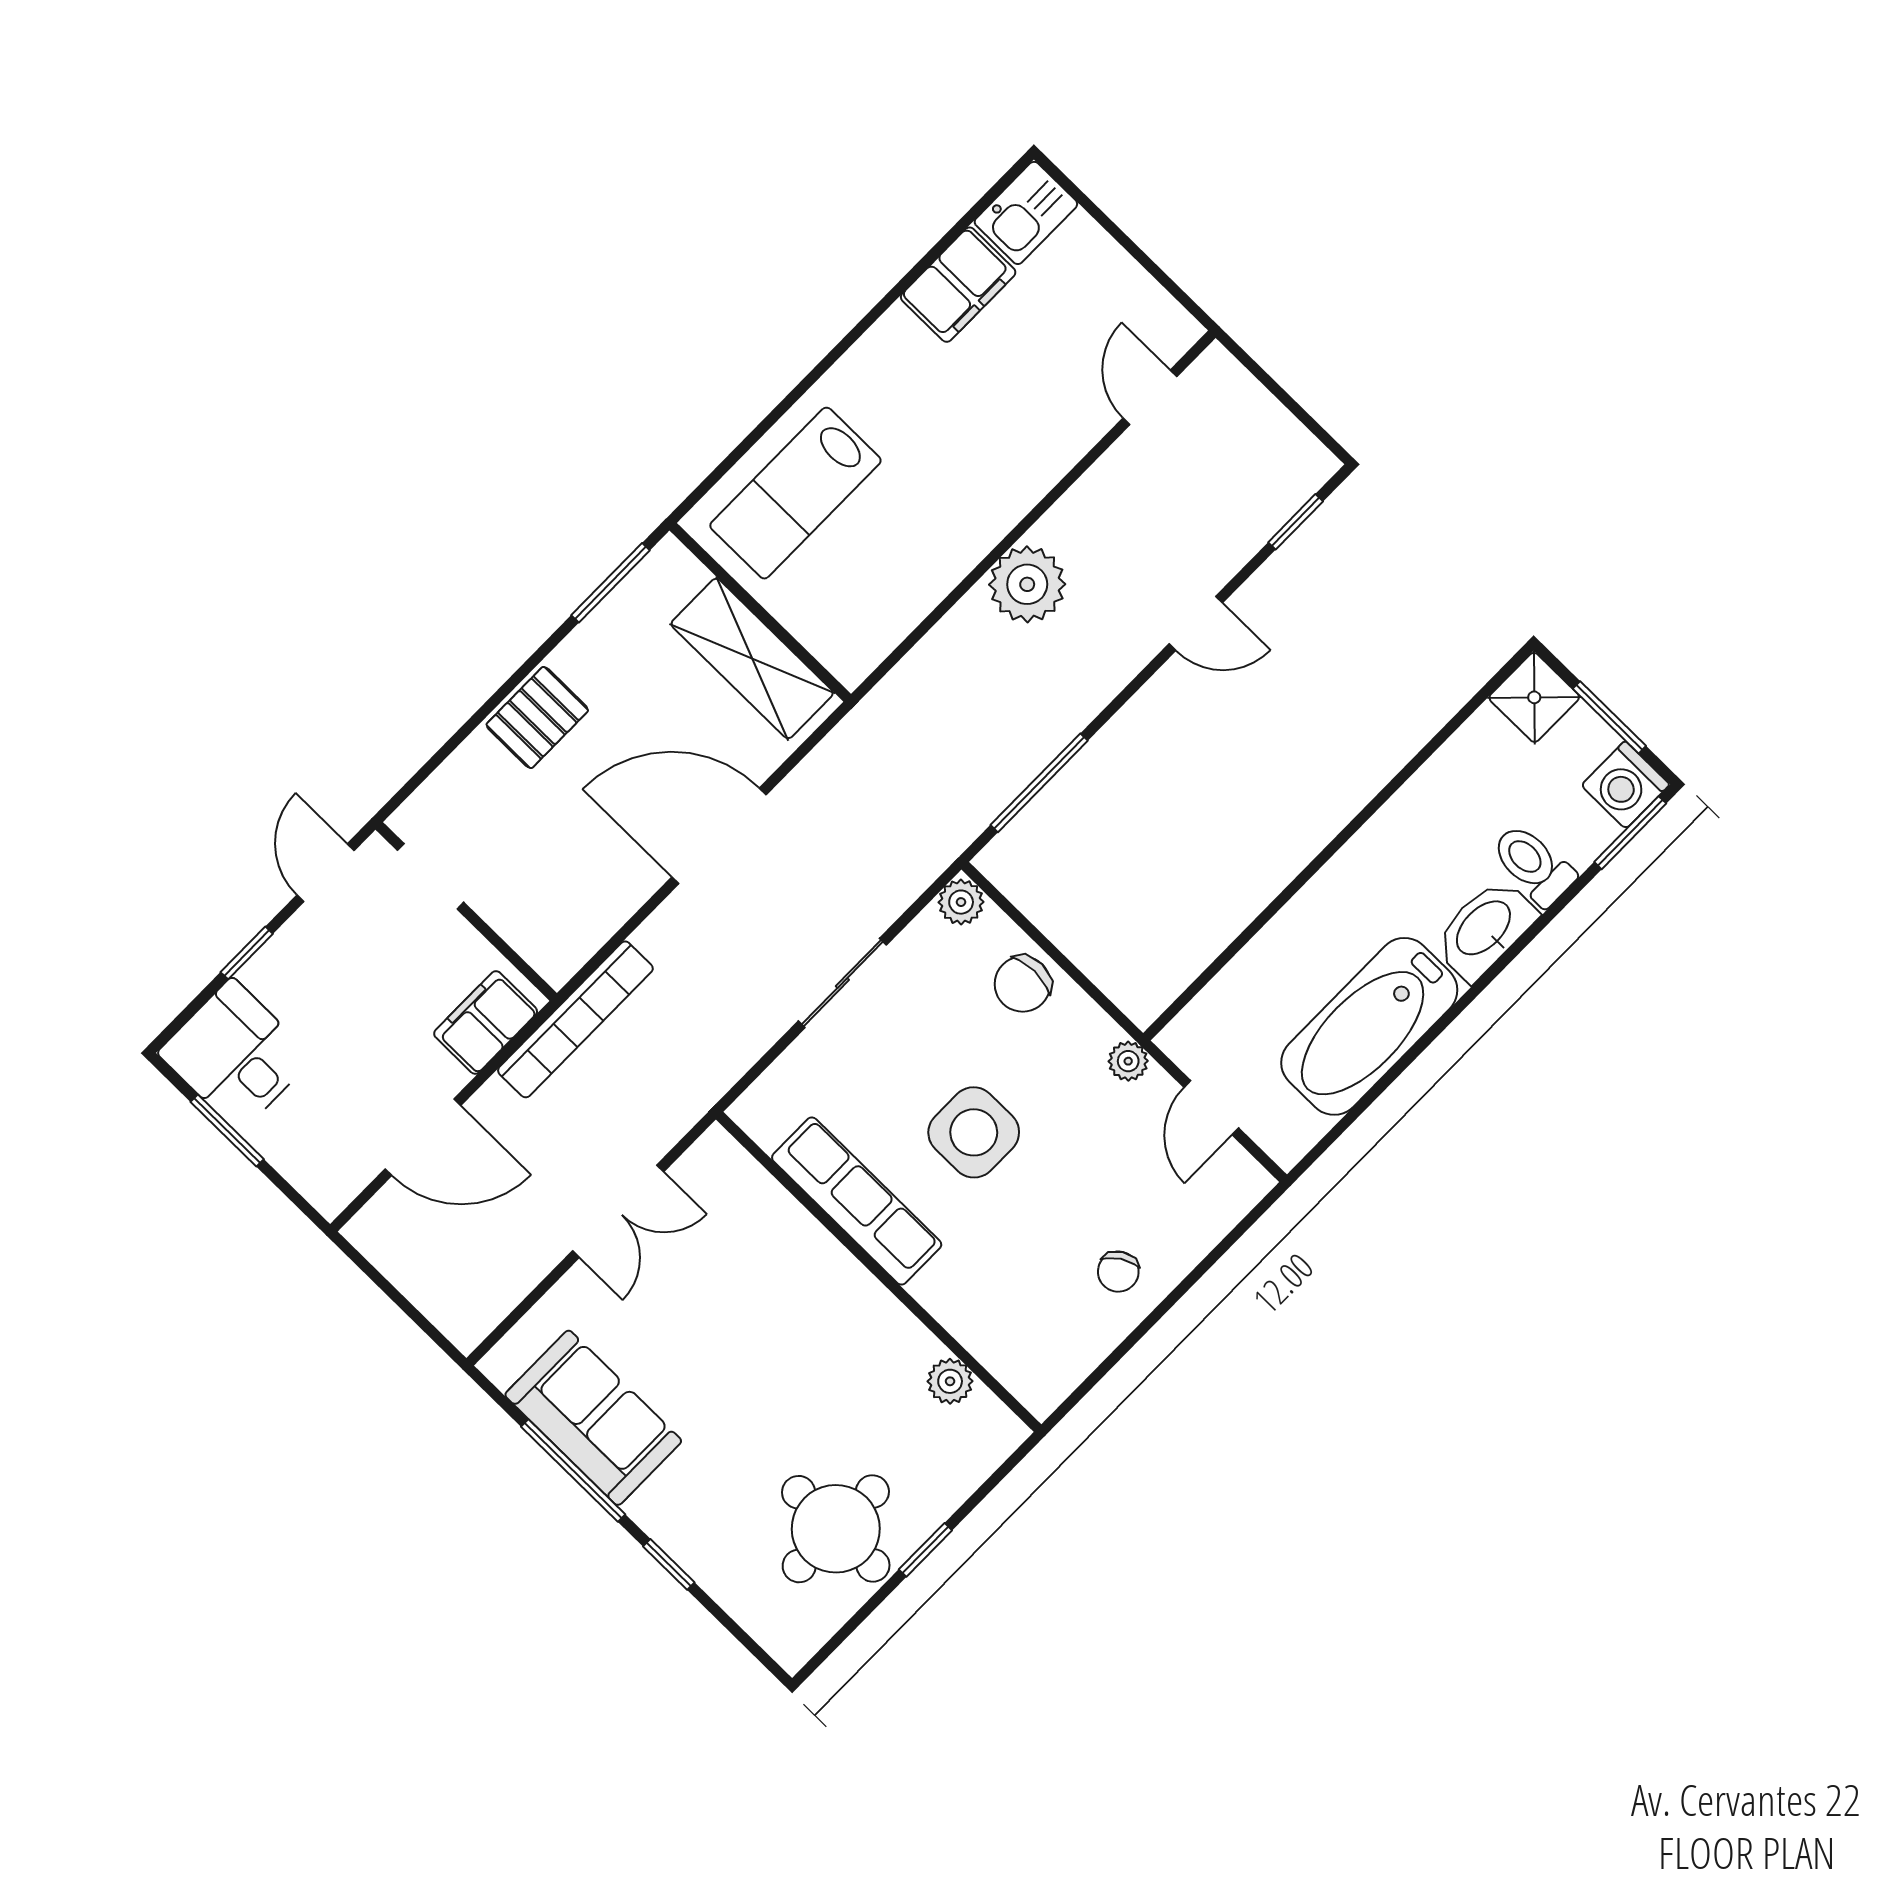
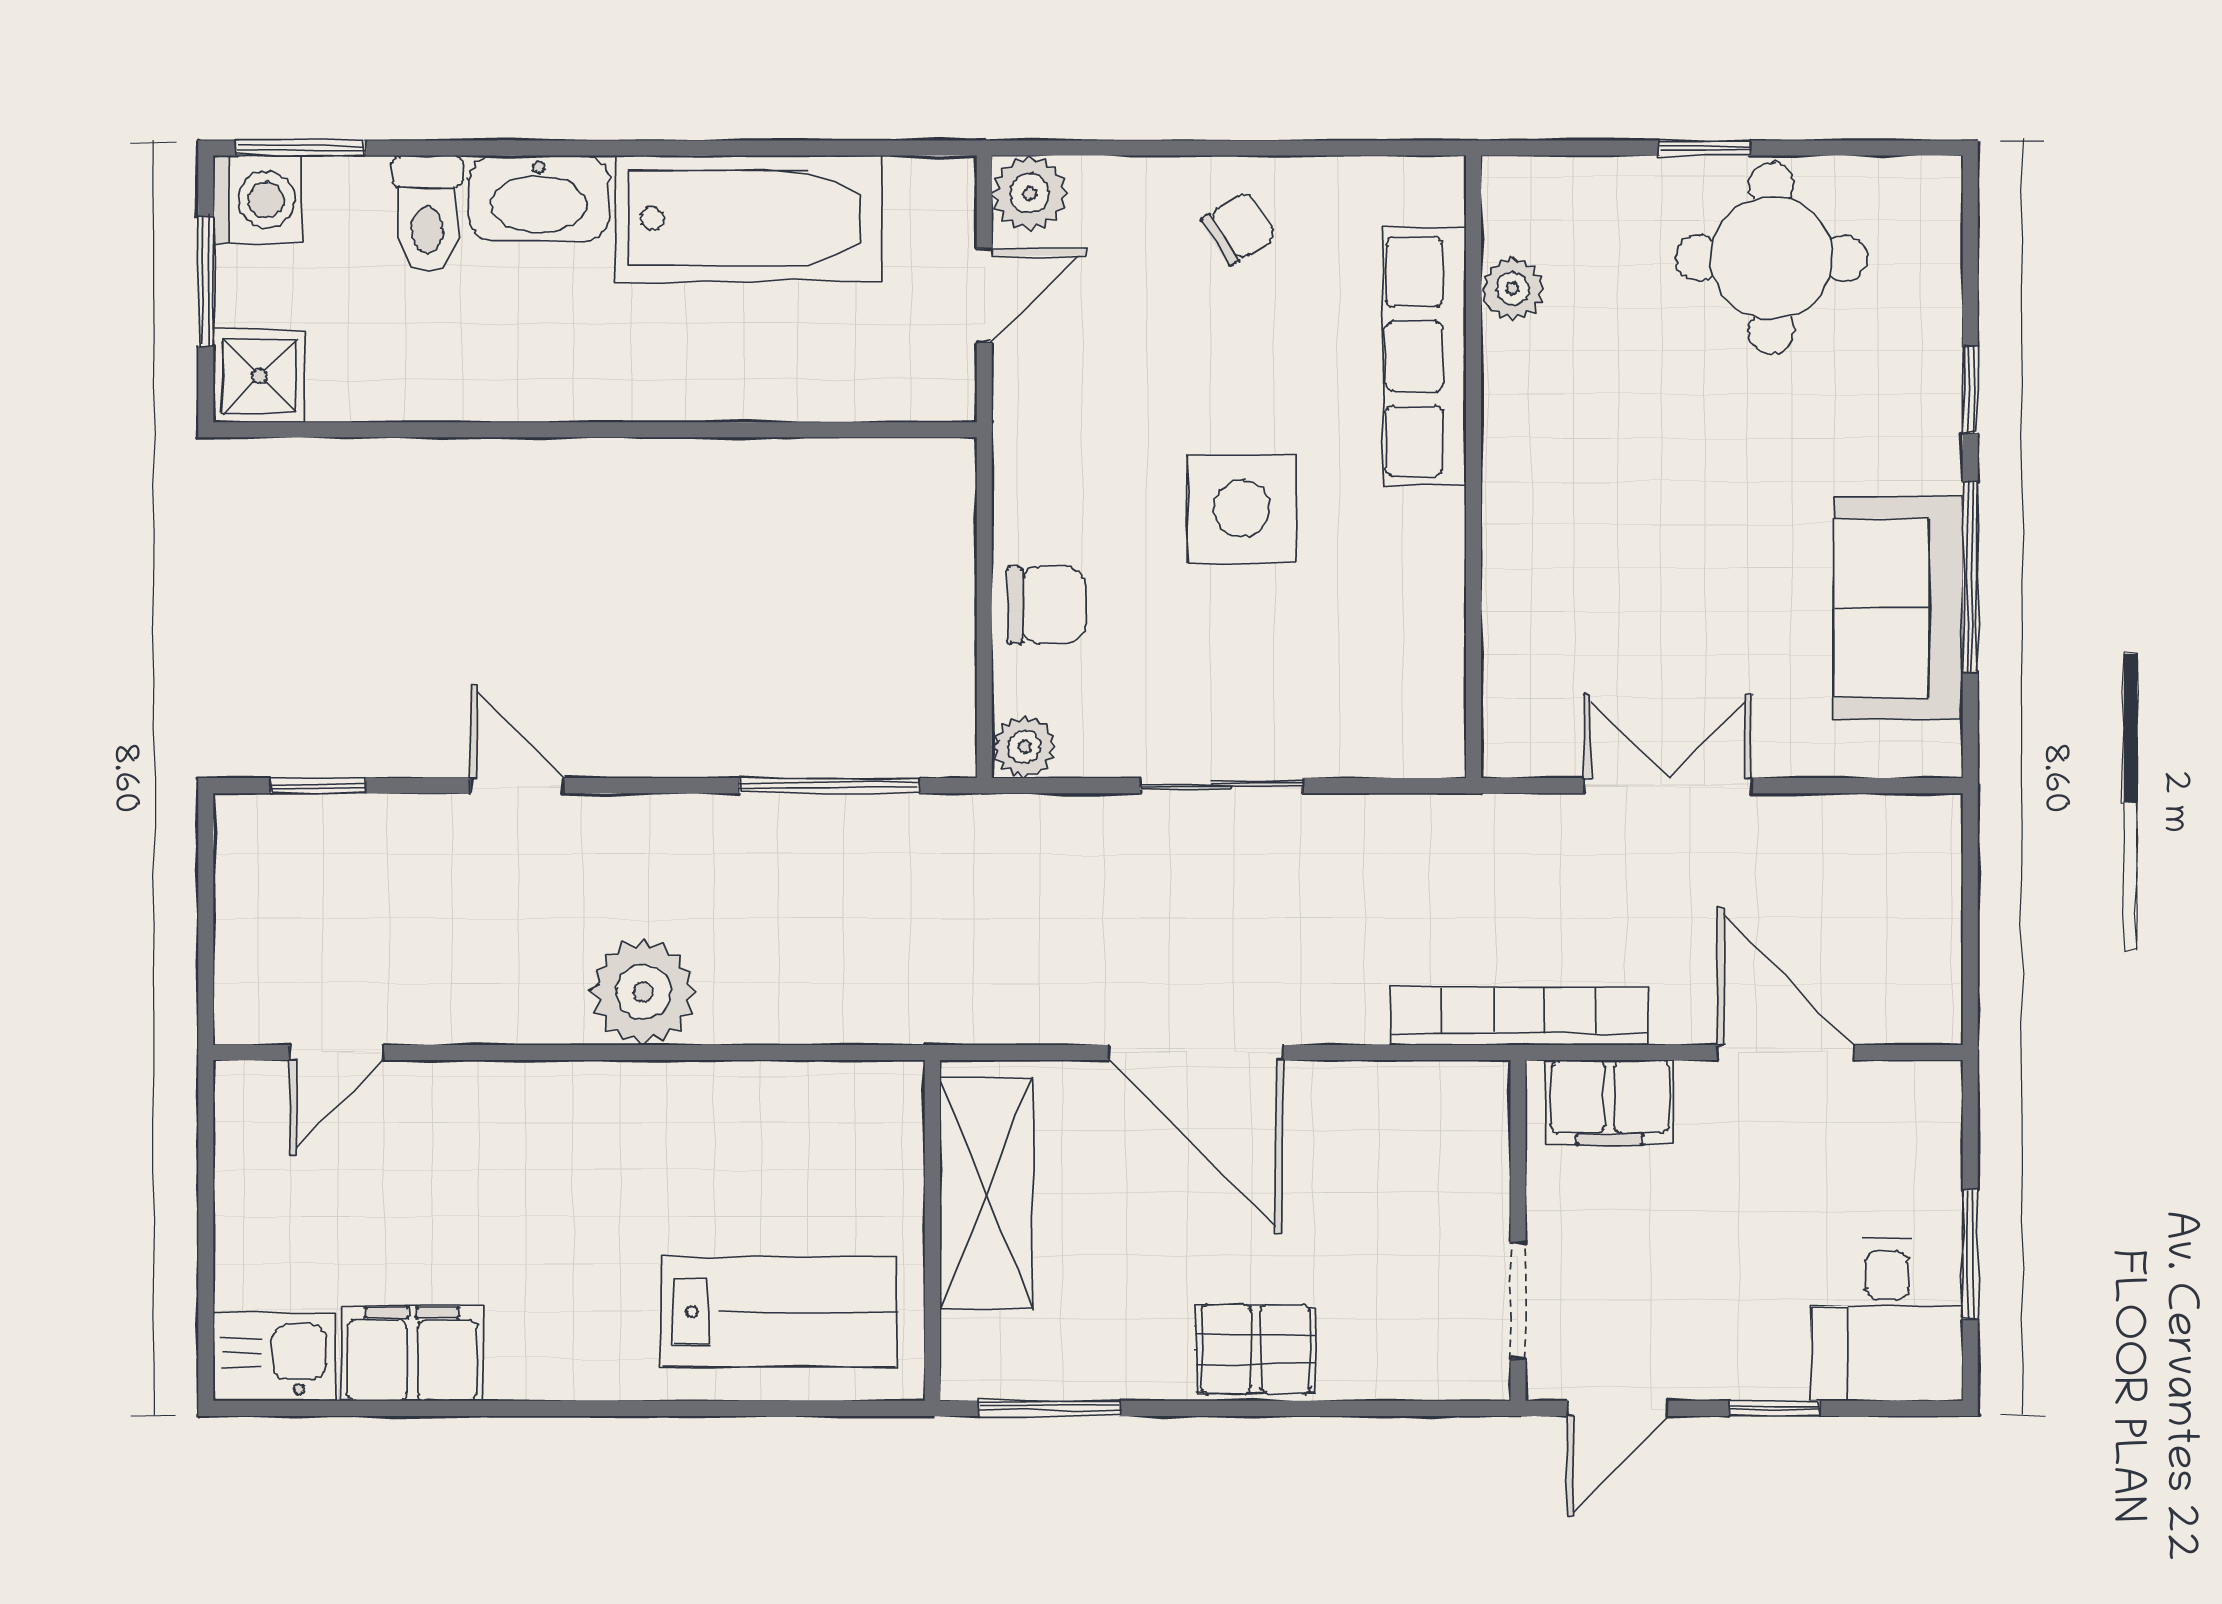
plant: (1128, 1061) -> (1030, 193), moved, width x1.38, depth x1.38
row of seats: (857, 1201) -> (1424, 356), moved

